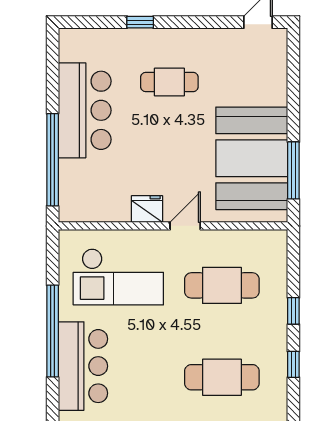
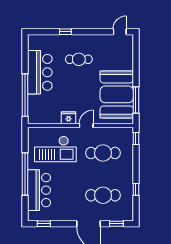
window: (293, 311) -> (136, 138), moved

